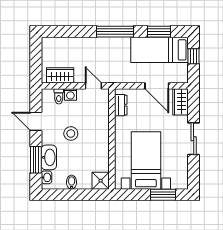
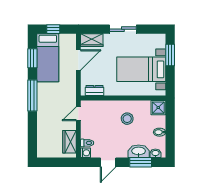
washing machine: (70, 95) -> (86, 153), moved
stool: (71, 133) -> (127, 119), moved

